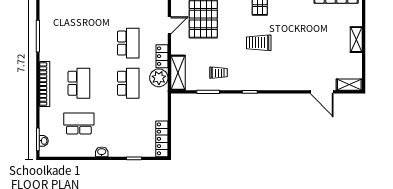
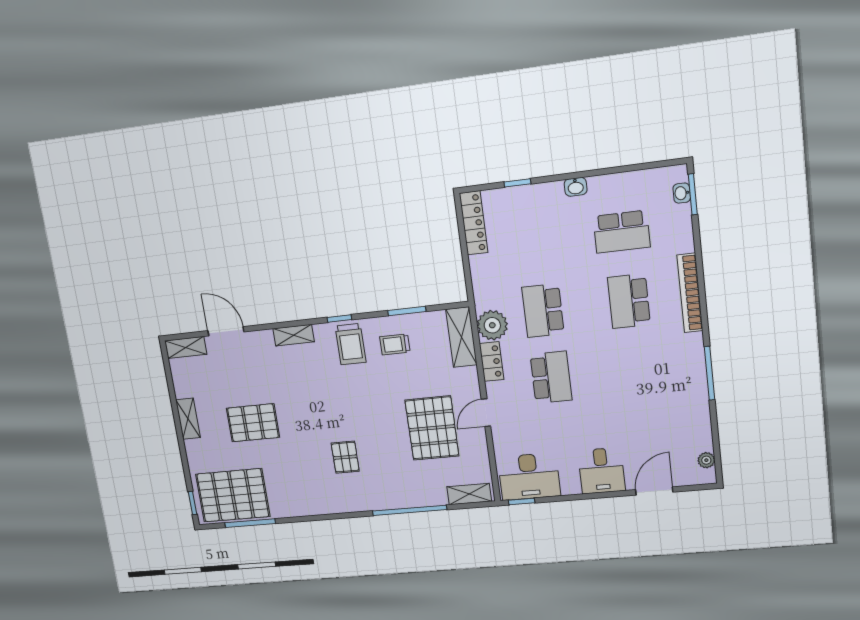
pallet: (315, 33) -> (253, 423), added
school desk: (128, 43) -> (551, 377), turned 180
trolley: (259, 43) -> (351, 344), moved, turned 90
shelving: (280, 85) -> (294, 335), added

